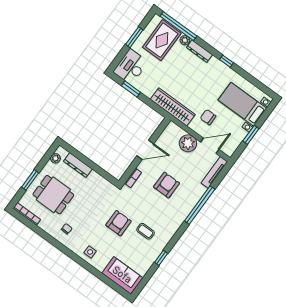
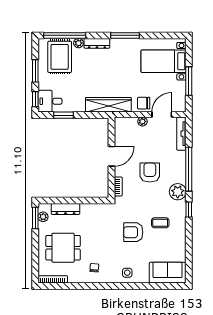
window: (118, 60) -> (35, 99), added
window: (226, 61) -> (125, 35), width x2.17
desk: (131, 67) -> (50, 101), width x0.73
chair: (208, 117) -> (144, 103), moved
window: (251, 135) -> (189, 81), width x1.44
plant: (188, 143) -> (142, 121), width x0.53, depth x0.53
window: (30, 180) -> (35, 218), moved
plant: (178, 217) -> (178, 192), added
armchair: (119, 223) -> (133, 232), turned -90
window: (161, 258) -> (189, 210), moved

